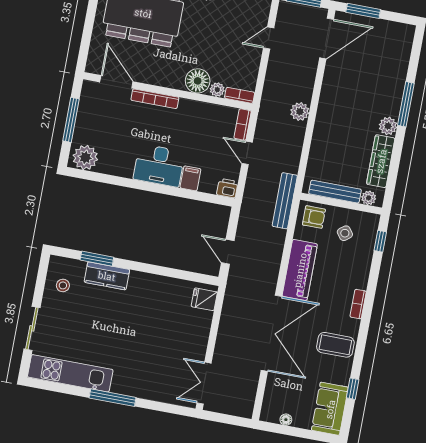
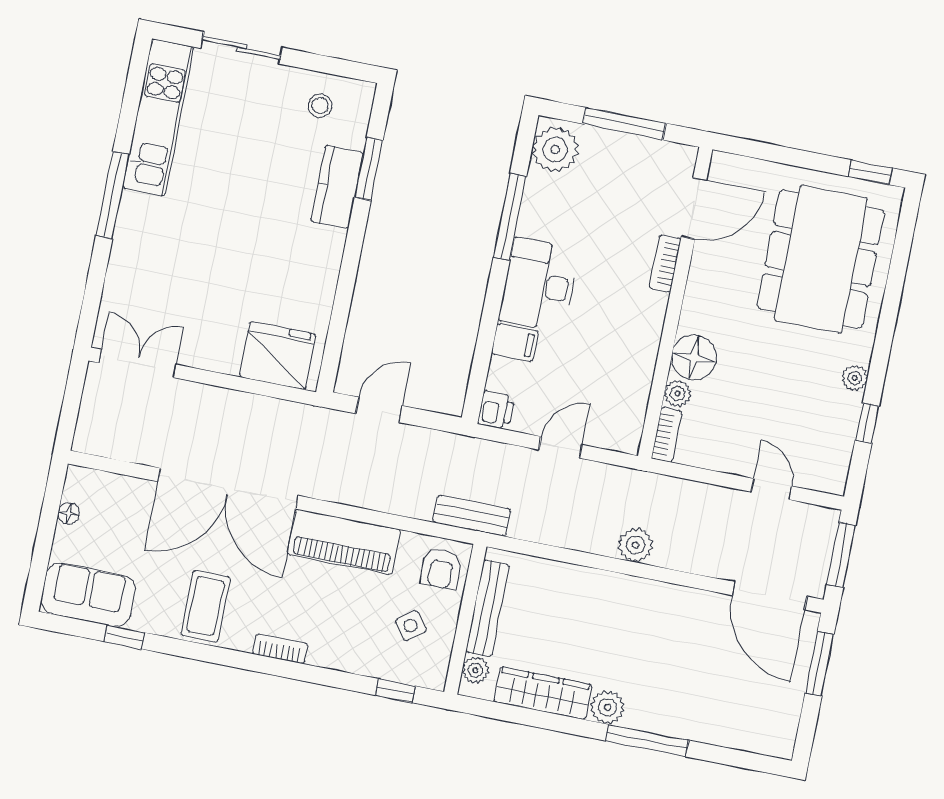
bookcase: (155, 99) -> (665, 263), width x0.64
bookcase: (243, 125) -> (613, 440), removed
window: (122, 182) -> (510, 217), added
bench: (285, 201) -> (472, 516), width x0.73
fridge: (204, 299) -> (278, 356), width x1.88, depth x1.34

